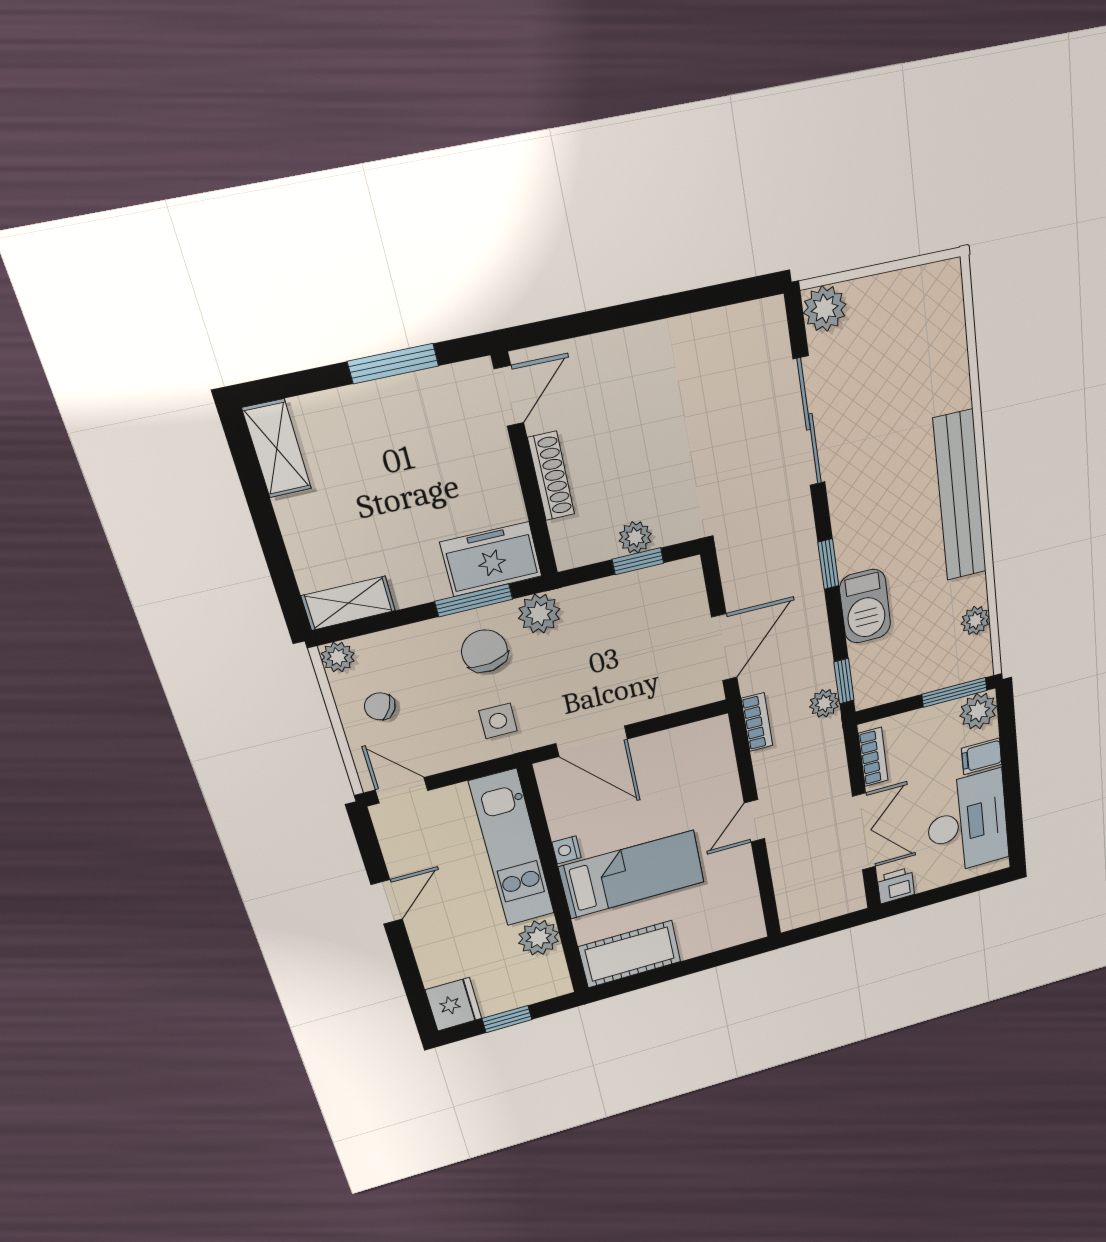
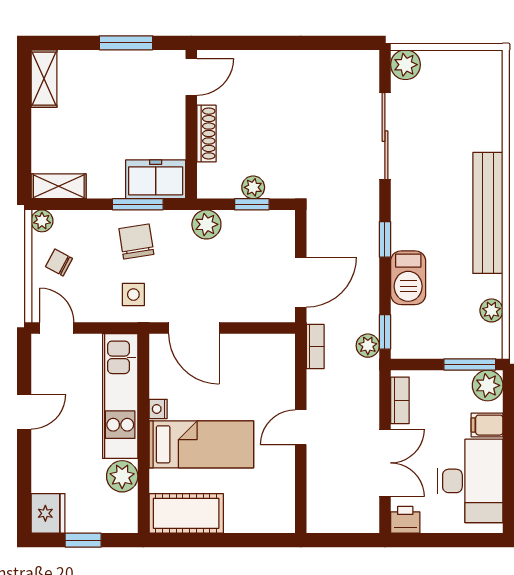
plant: (539, 614) -> (206, 224), moved

